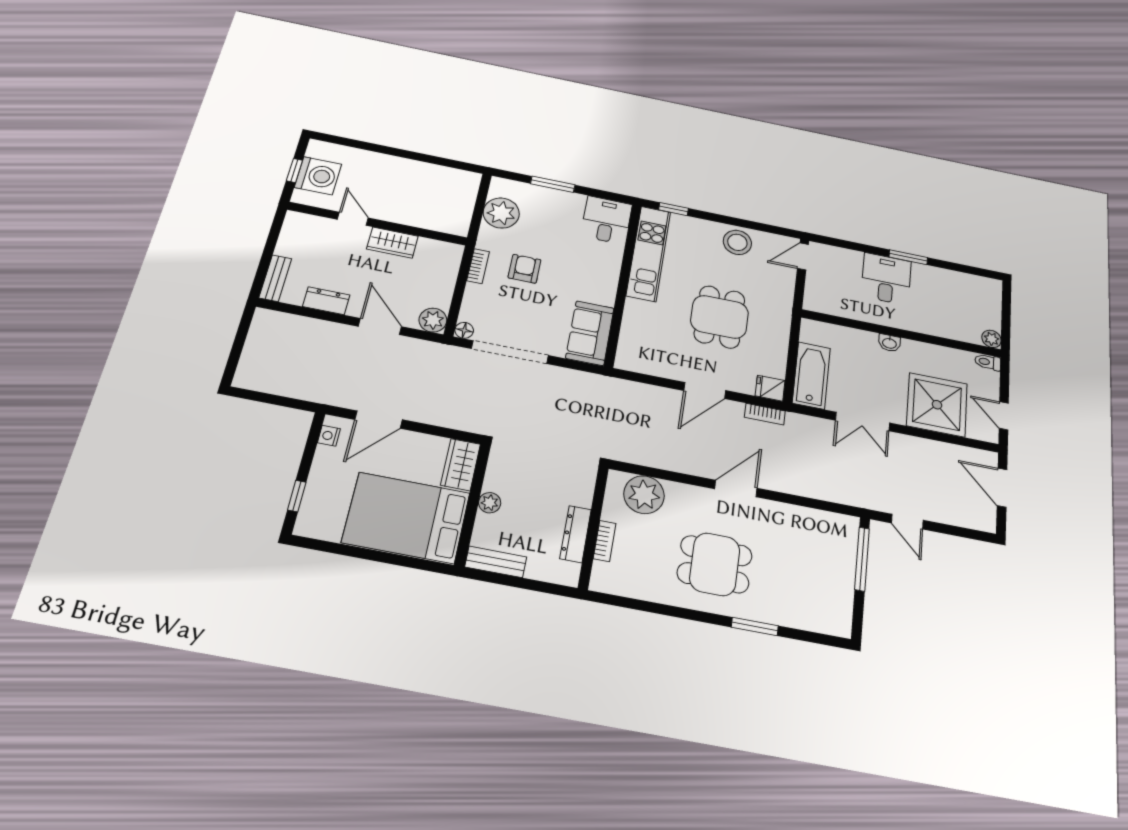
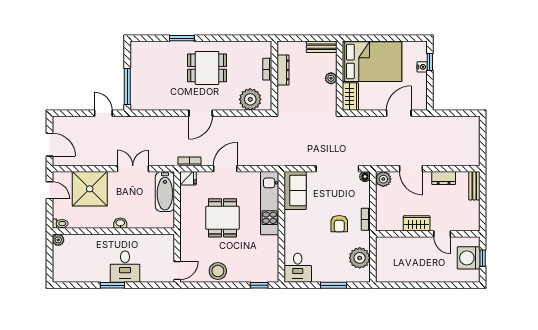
kitchen unit: (649, 253) -> (270, 203), moved
nightstand: (329, 436) -> (422, 67), moved

